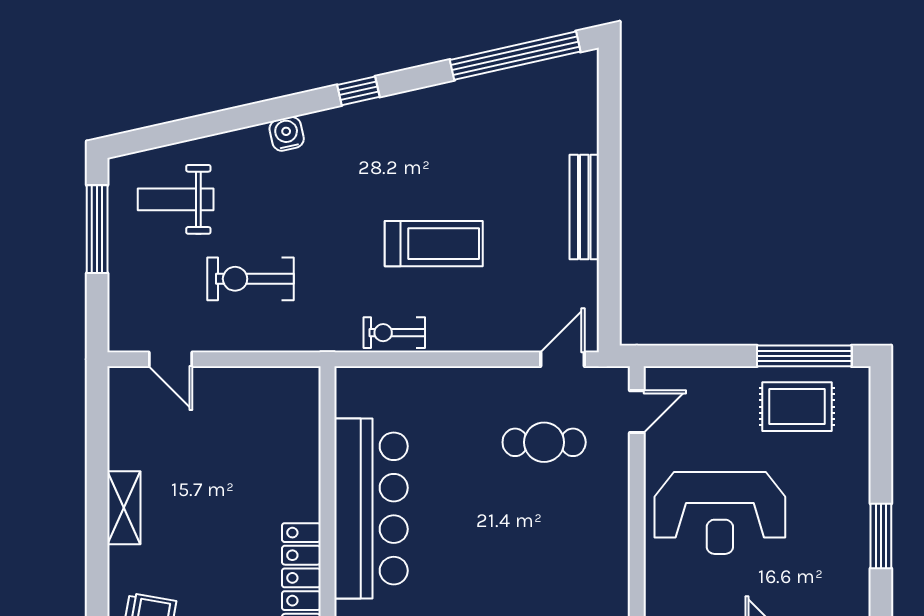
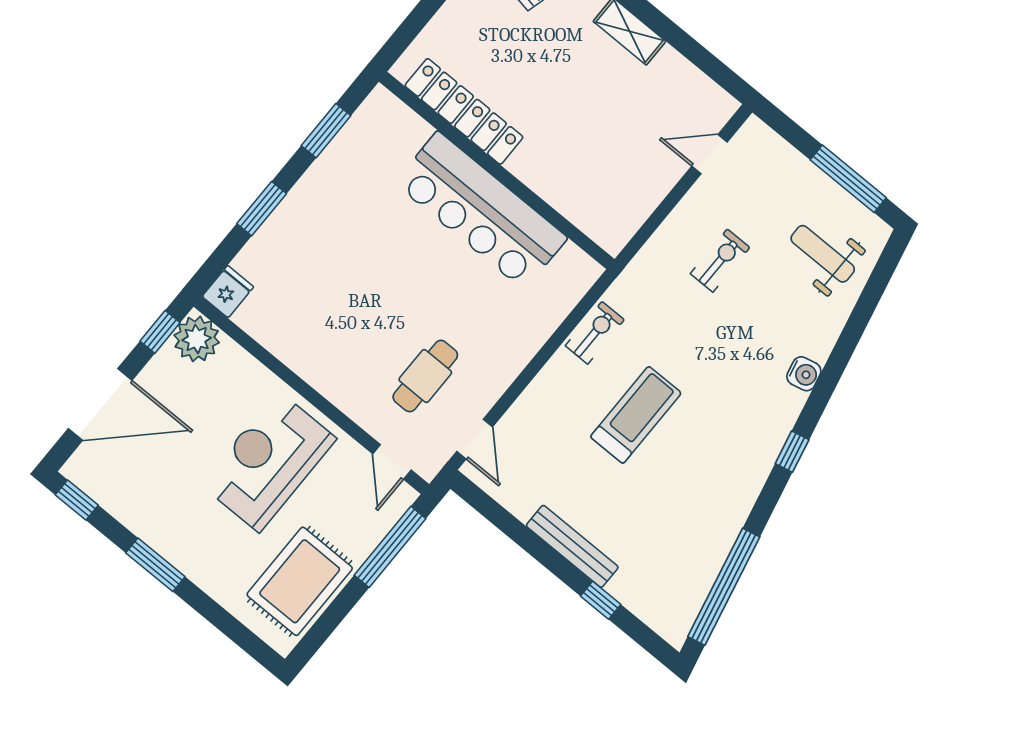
window: (609, 147) -> (601, 600), added
weight bench: (176, 199) -> (823, 254), turned -90
treadmill: (434, 244) -> (636, 415), turned 180
exercise bike: (251, 279) -> (720, 261), width x0.73, depth x0.72
window: (804, 356) -> (390, 547), moved
rug: (797, 407) -> (300, 581), width x1.36, depth x1.43

